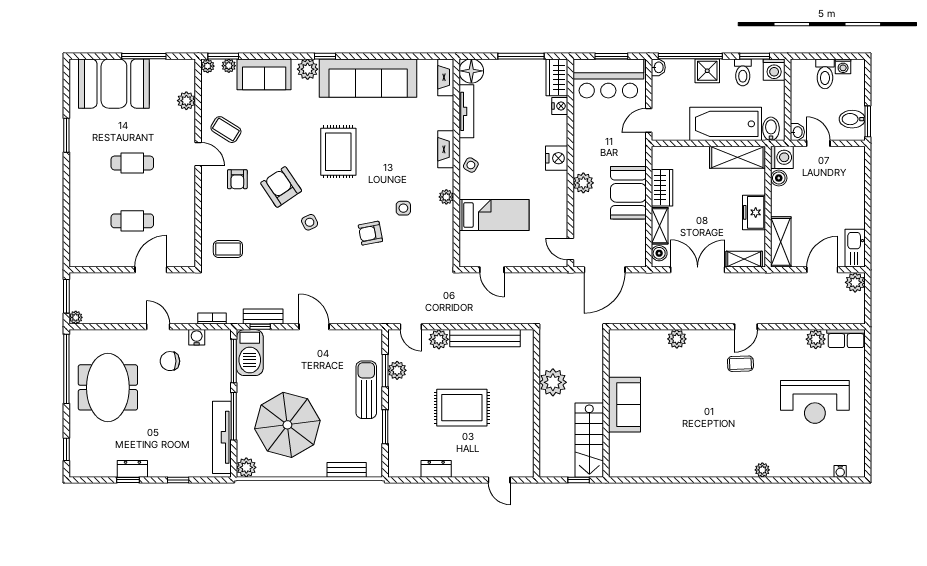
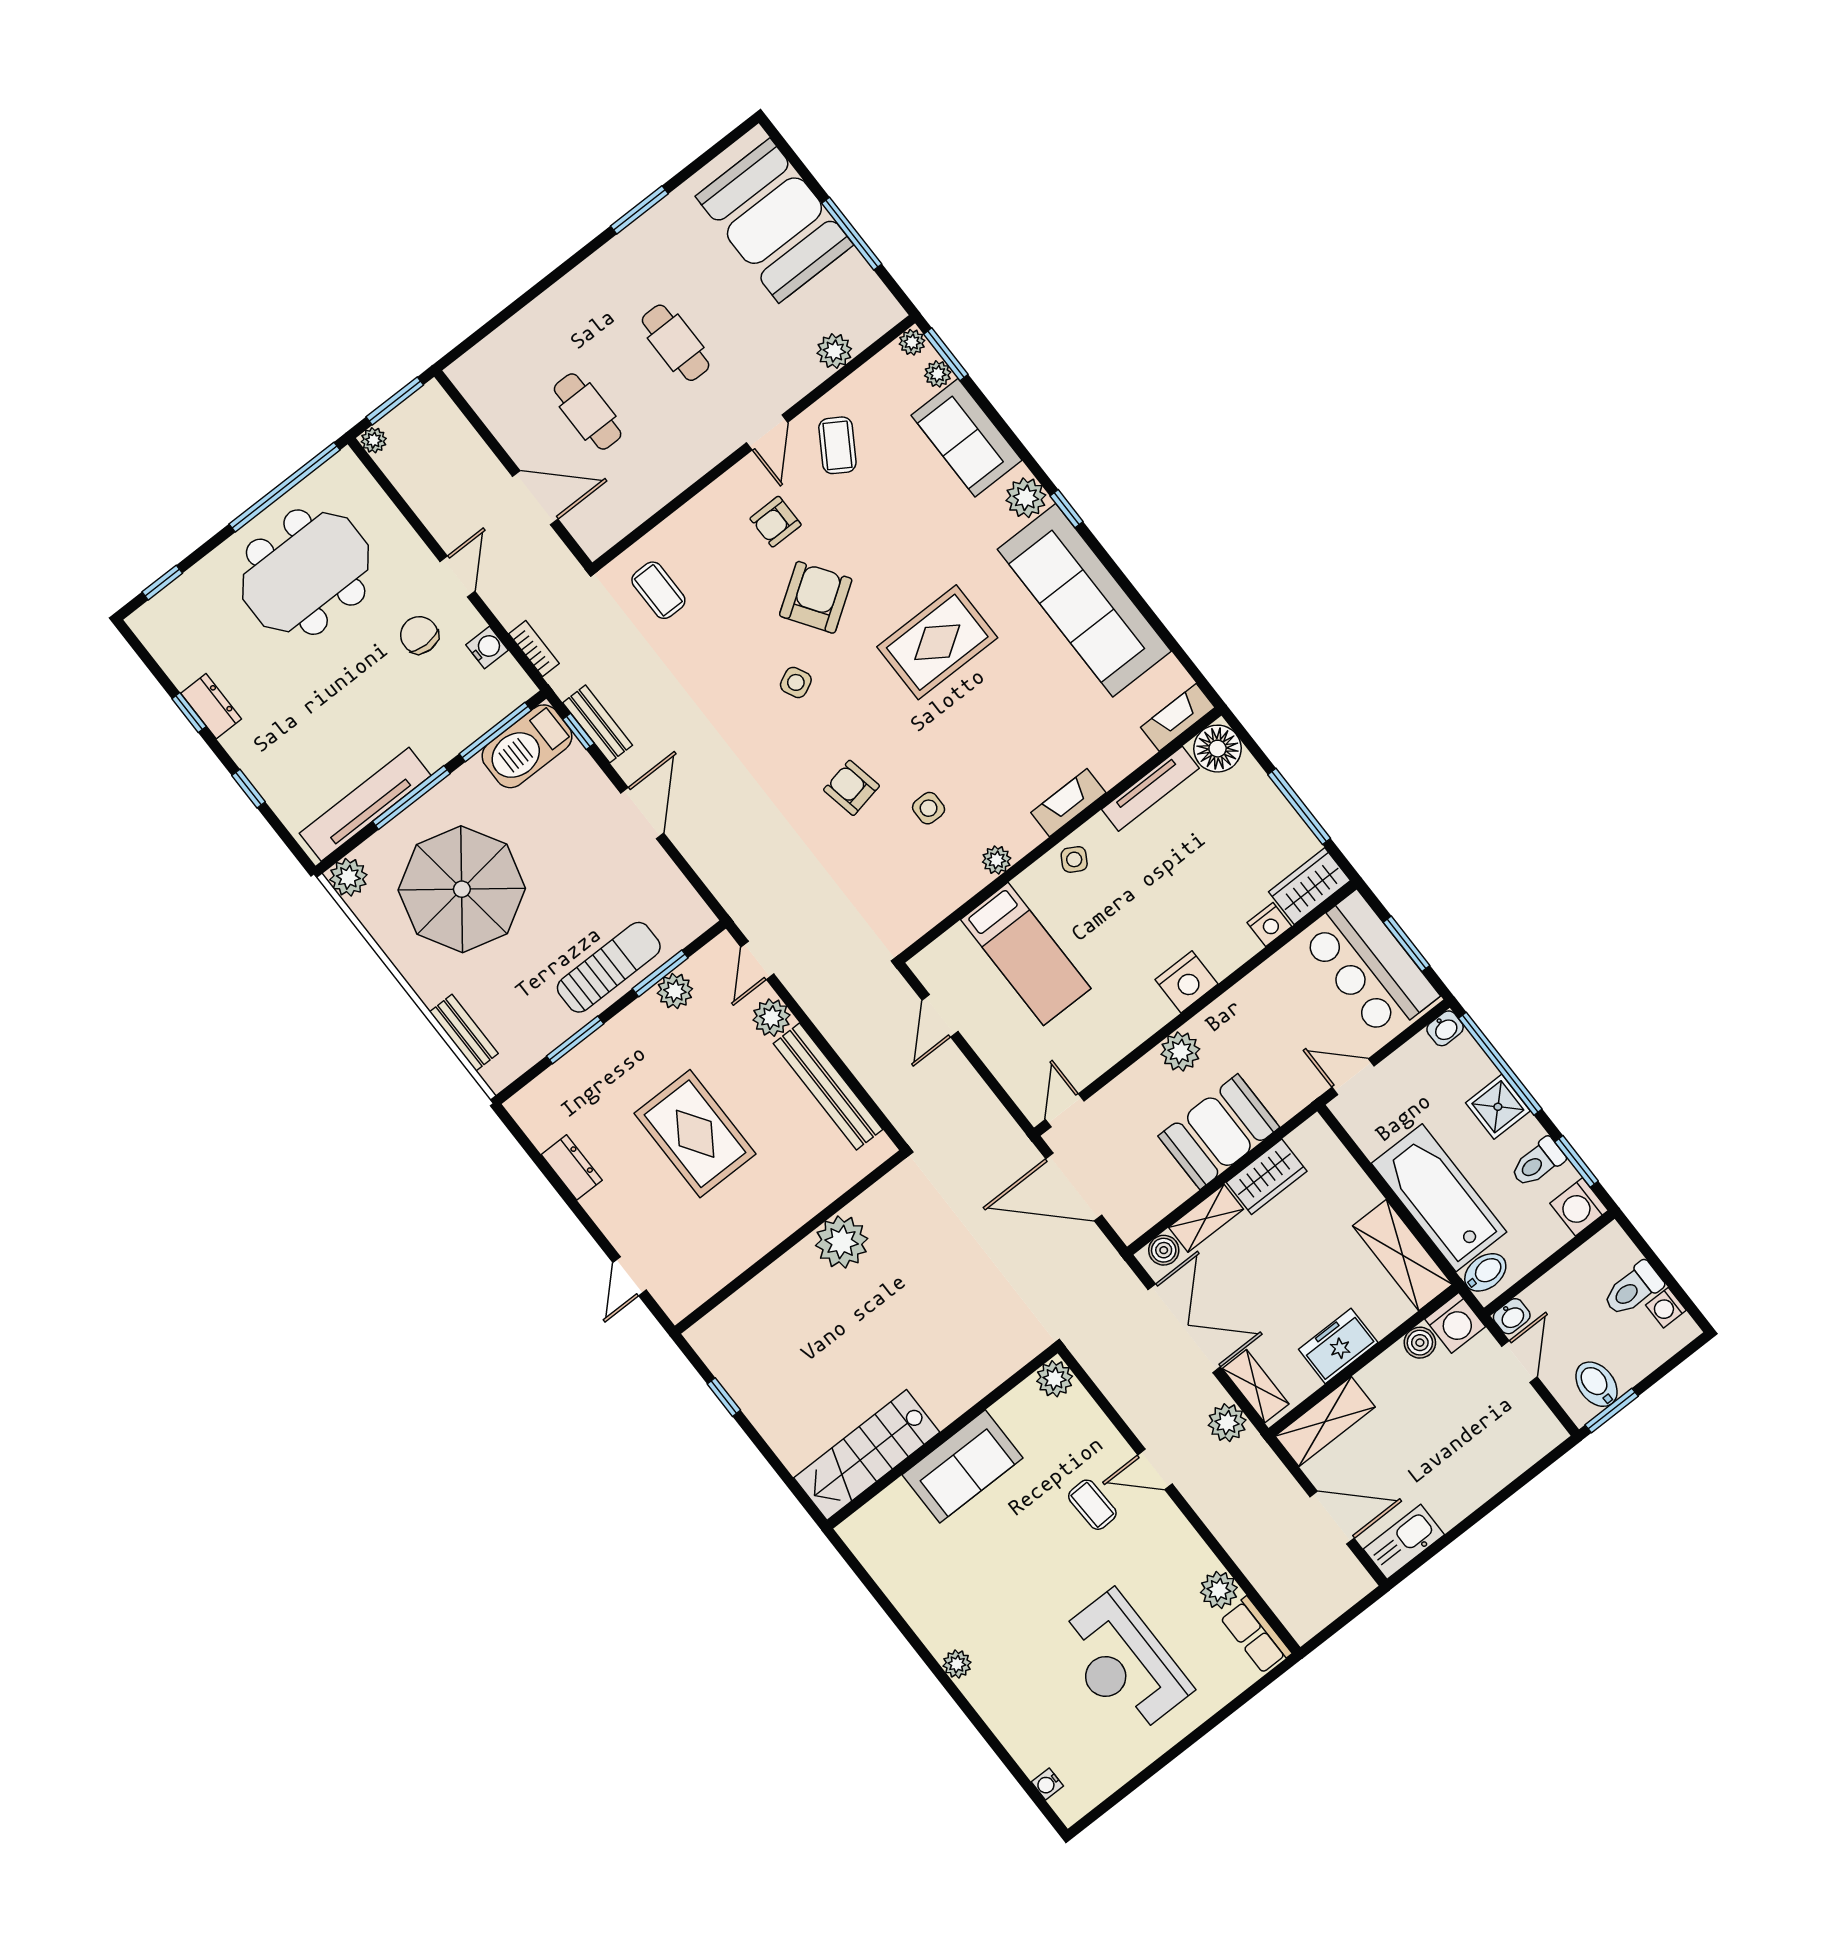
plant: (855, 282) -> (1227, 1423), moved
wall: (606, 403) -> (942, 1437), moved
sofa: (625, 405) -> (962, 1466), moved
stairs: (589, 440) -> (867, 1455), moved

